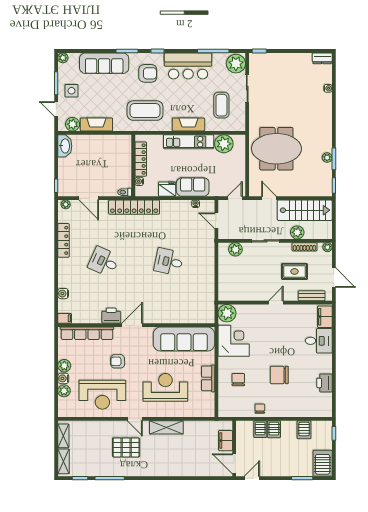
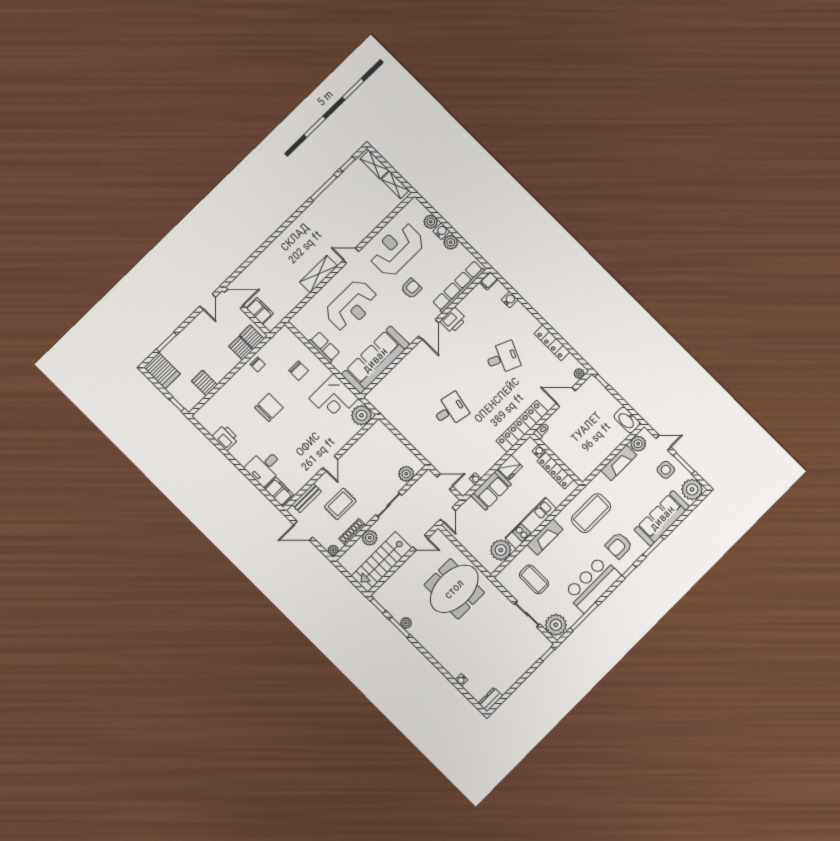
plant: (63, 58) -> (692, 489), width x1.87, depth x1.87
server rack: (274, 429) -> (252, 337), moved
pallet: (126, 447) -> (335, 226), removed

